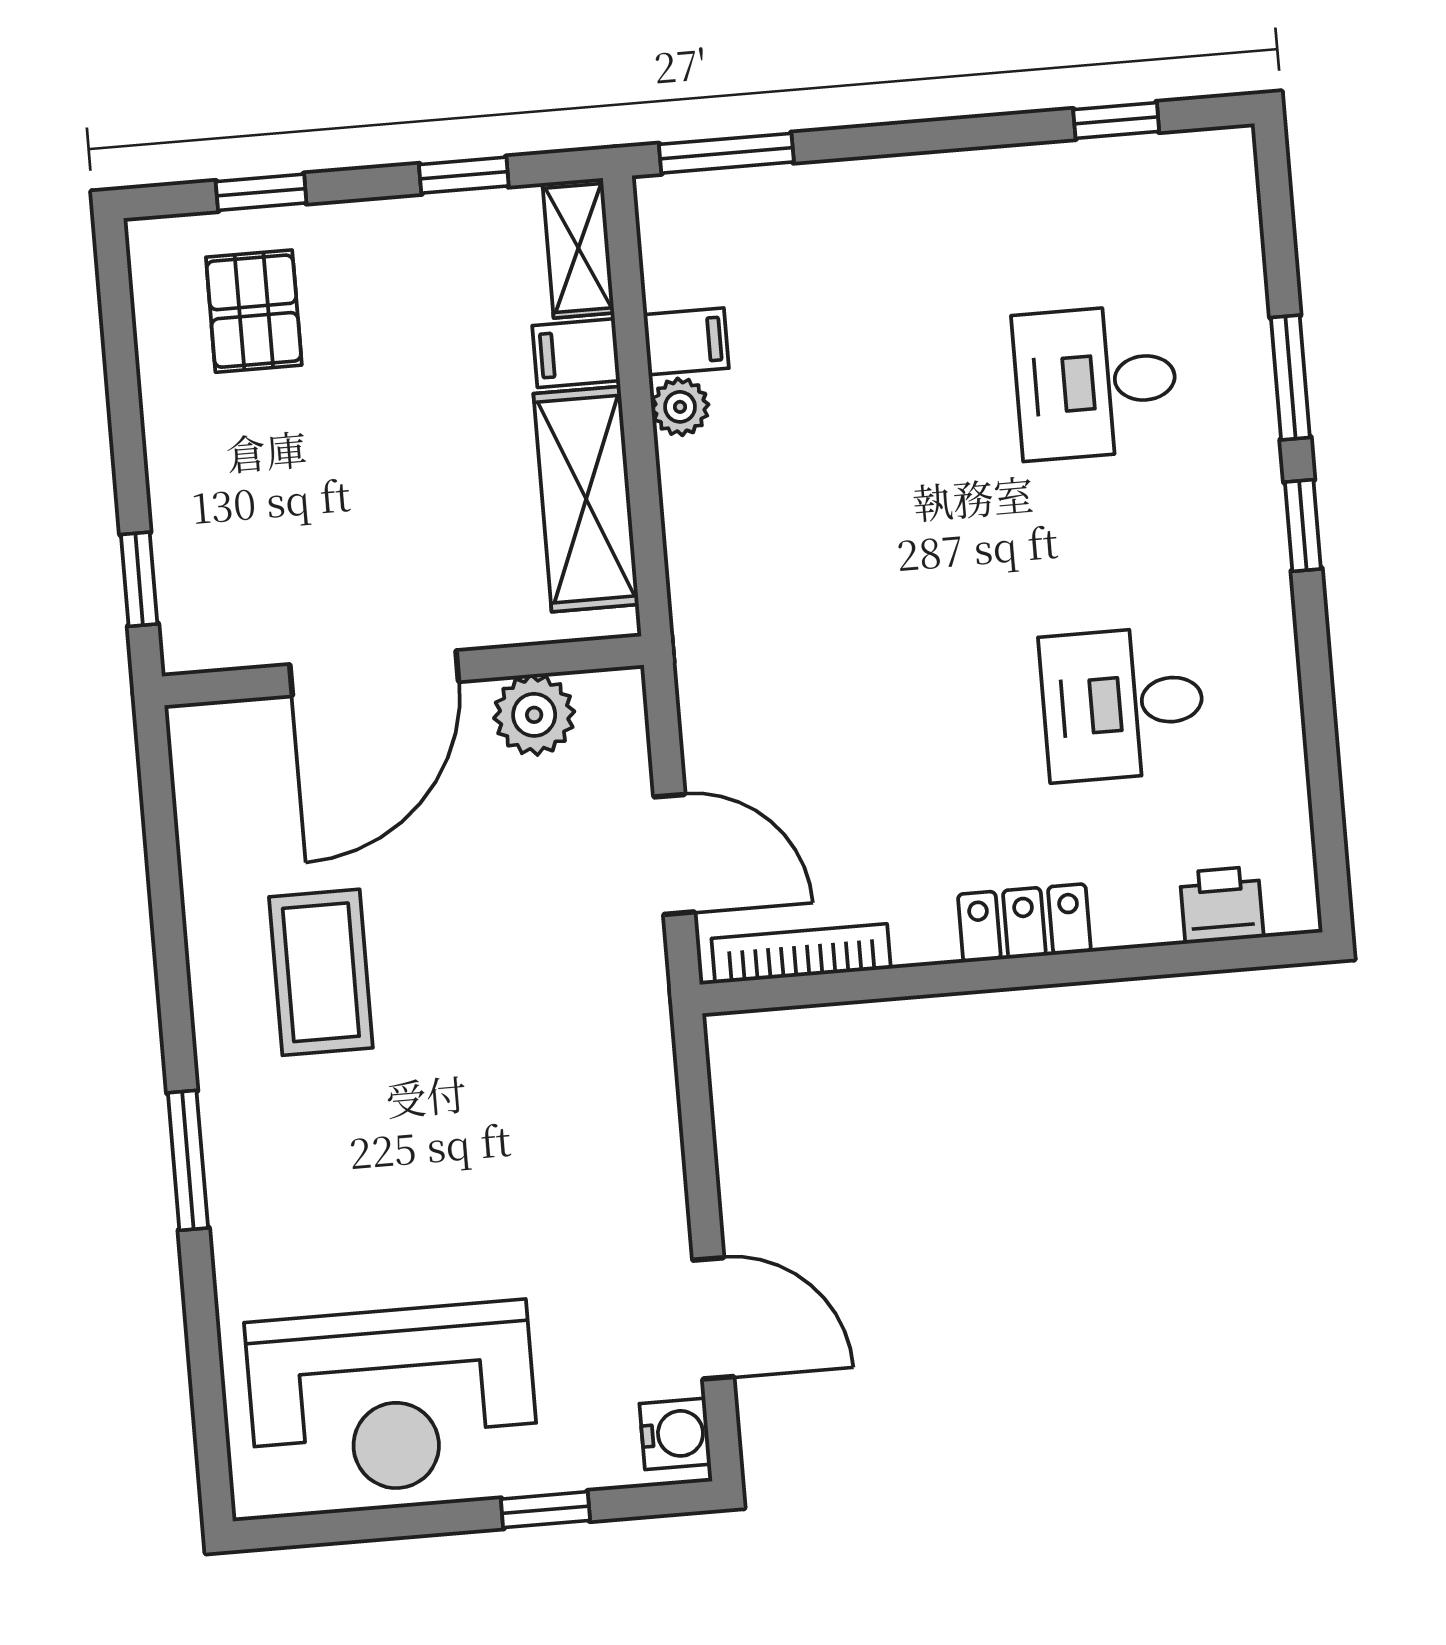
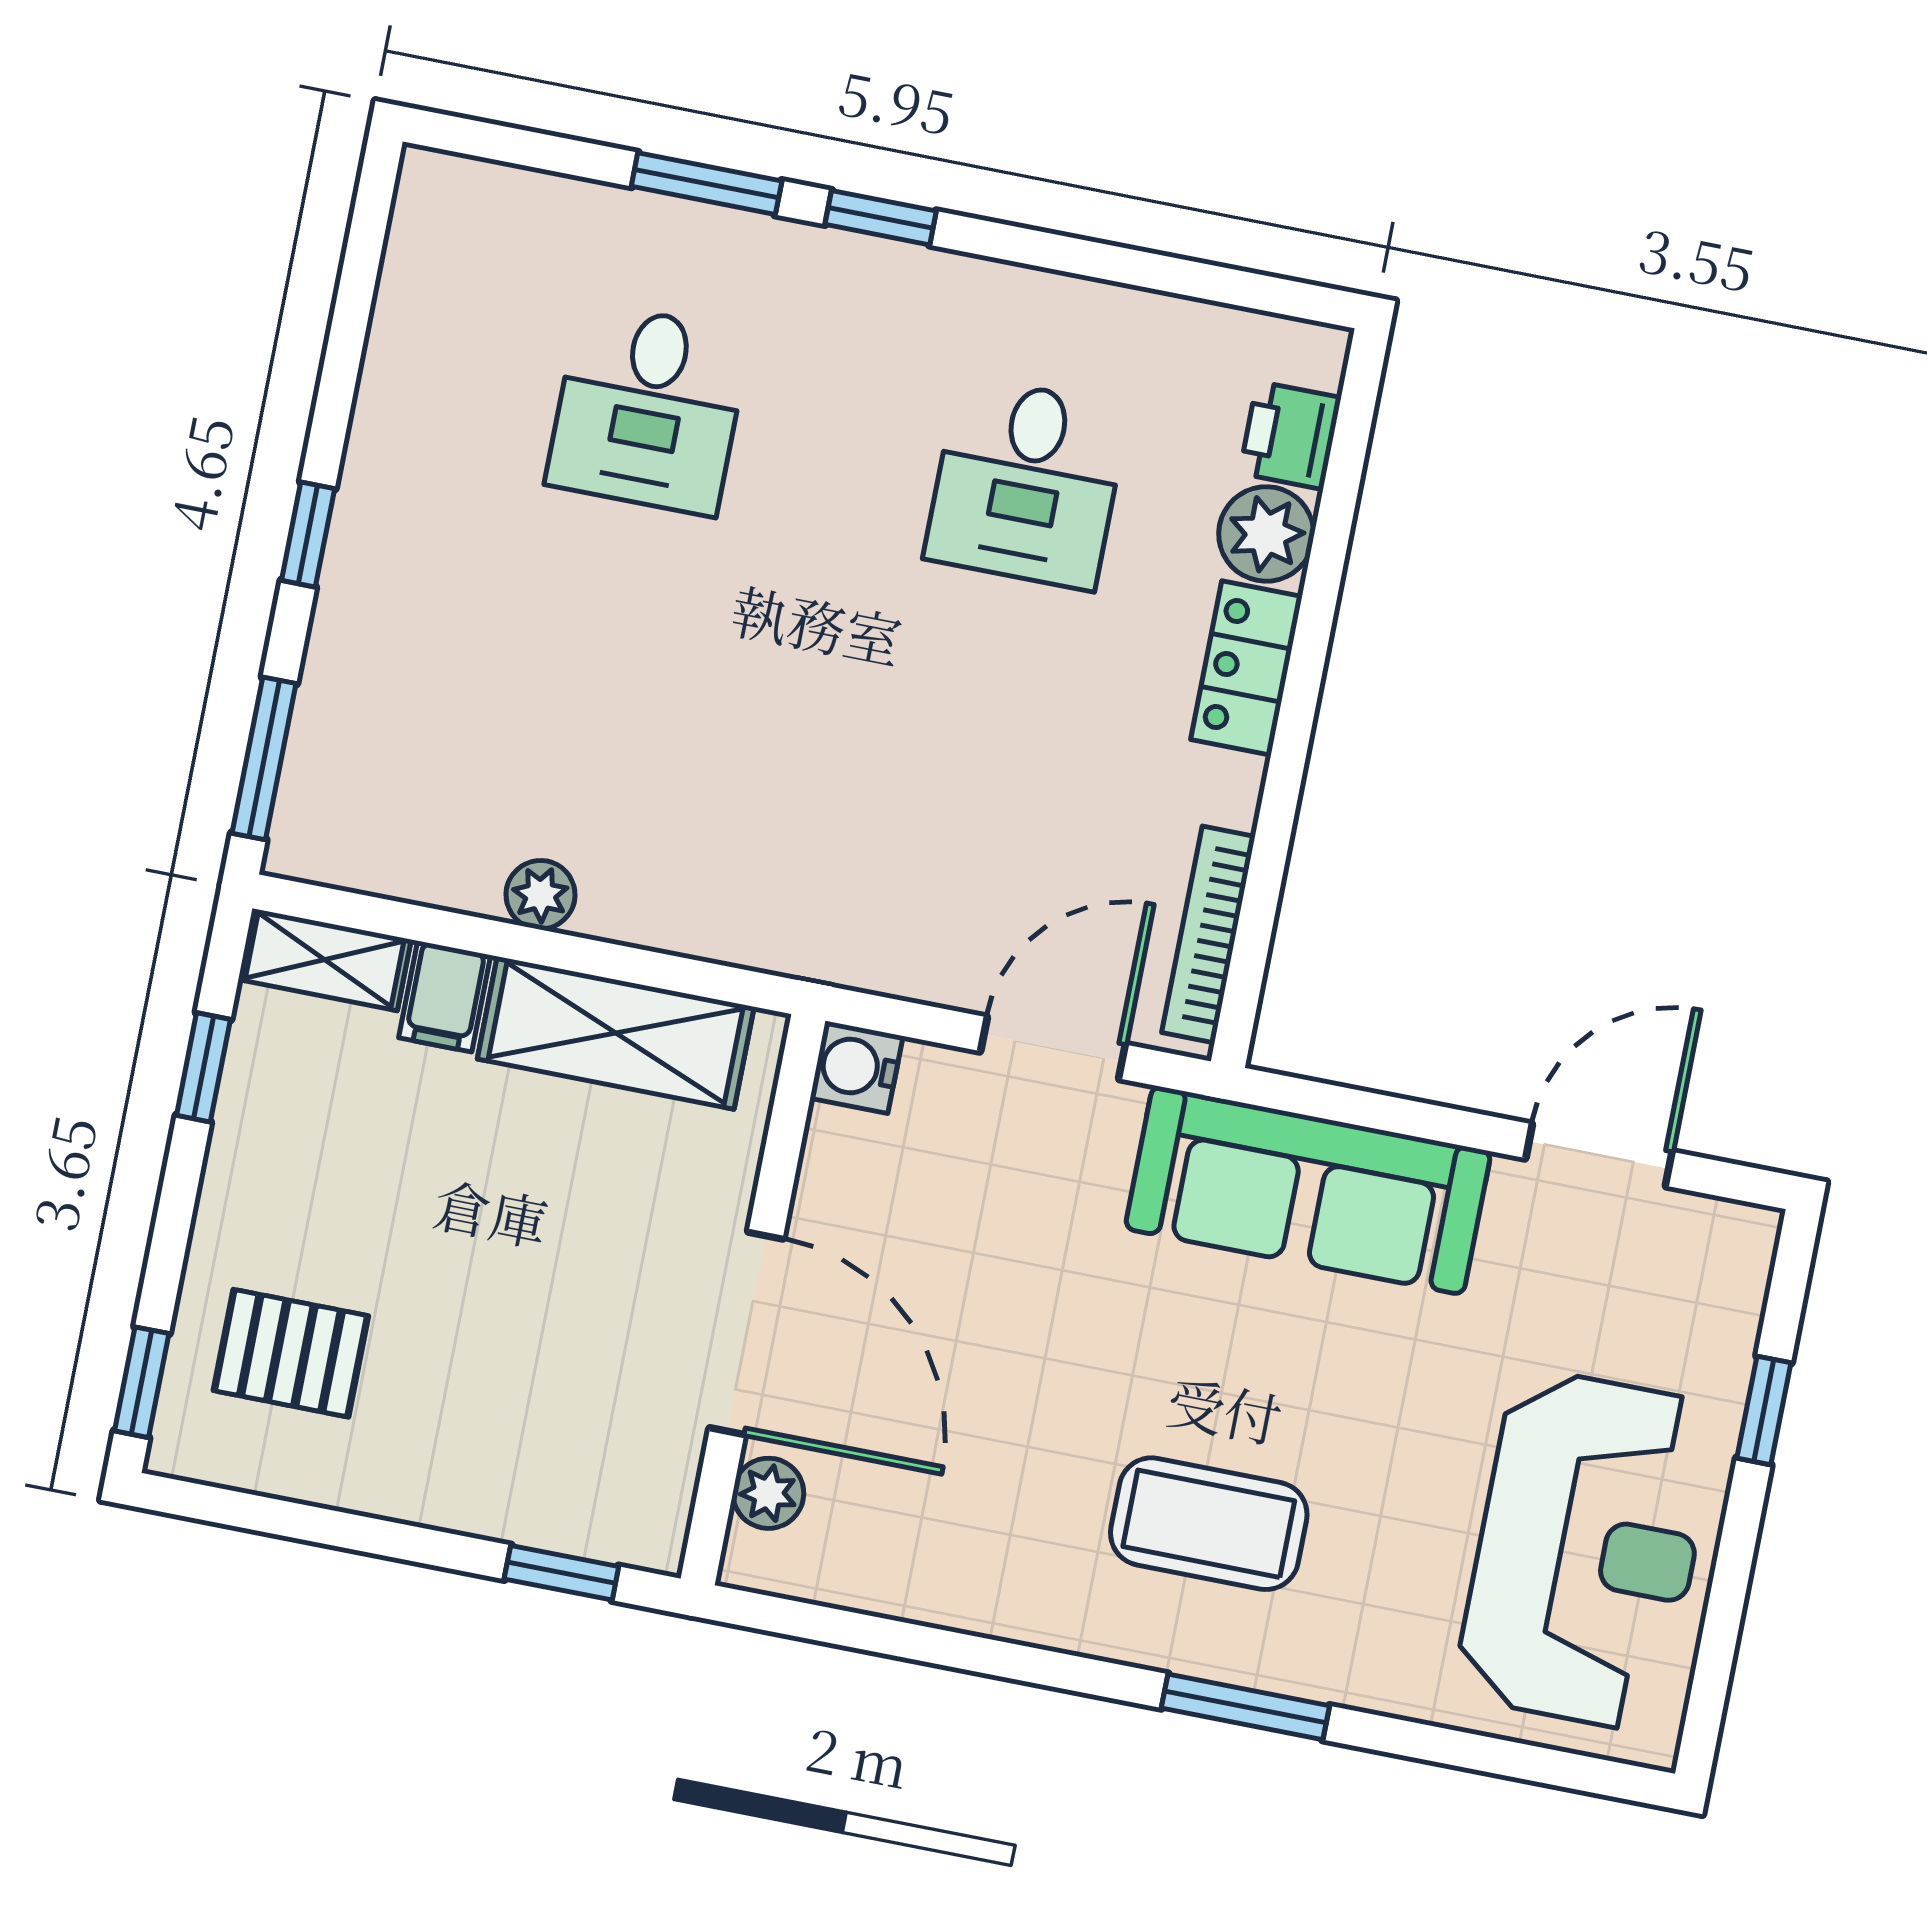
window: (1116, 120) -> (308, 534), moved
window: (261, 192) -> (142, 1382), moved
filing cabinet: (686, 341) -> (467, 866), removed
plant: (534, 715) -> (768, 1493), moved, width x0.73, depth x0.73
plant: (1137, 908) -> (1266, 534), added
coffee table: (321, 972) -> (1209, 1524), moved
sofa: (618, 1092) -> (1308, 1190), added
water cooler: (675, 1434) -> (856, 1067), moved, turned -90

